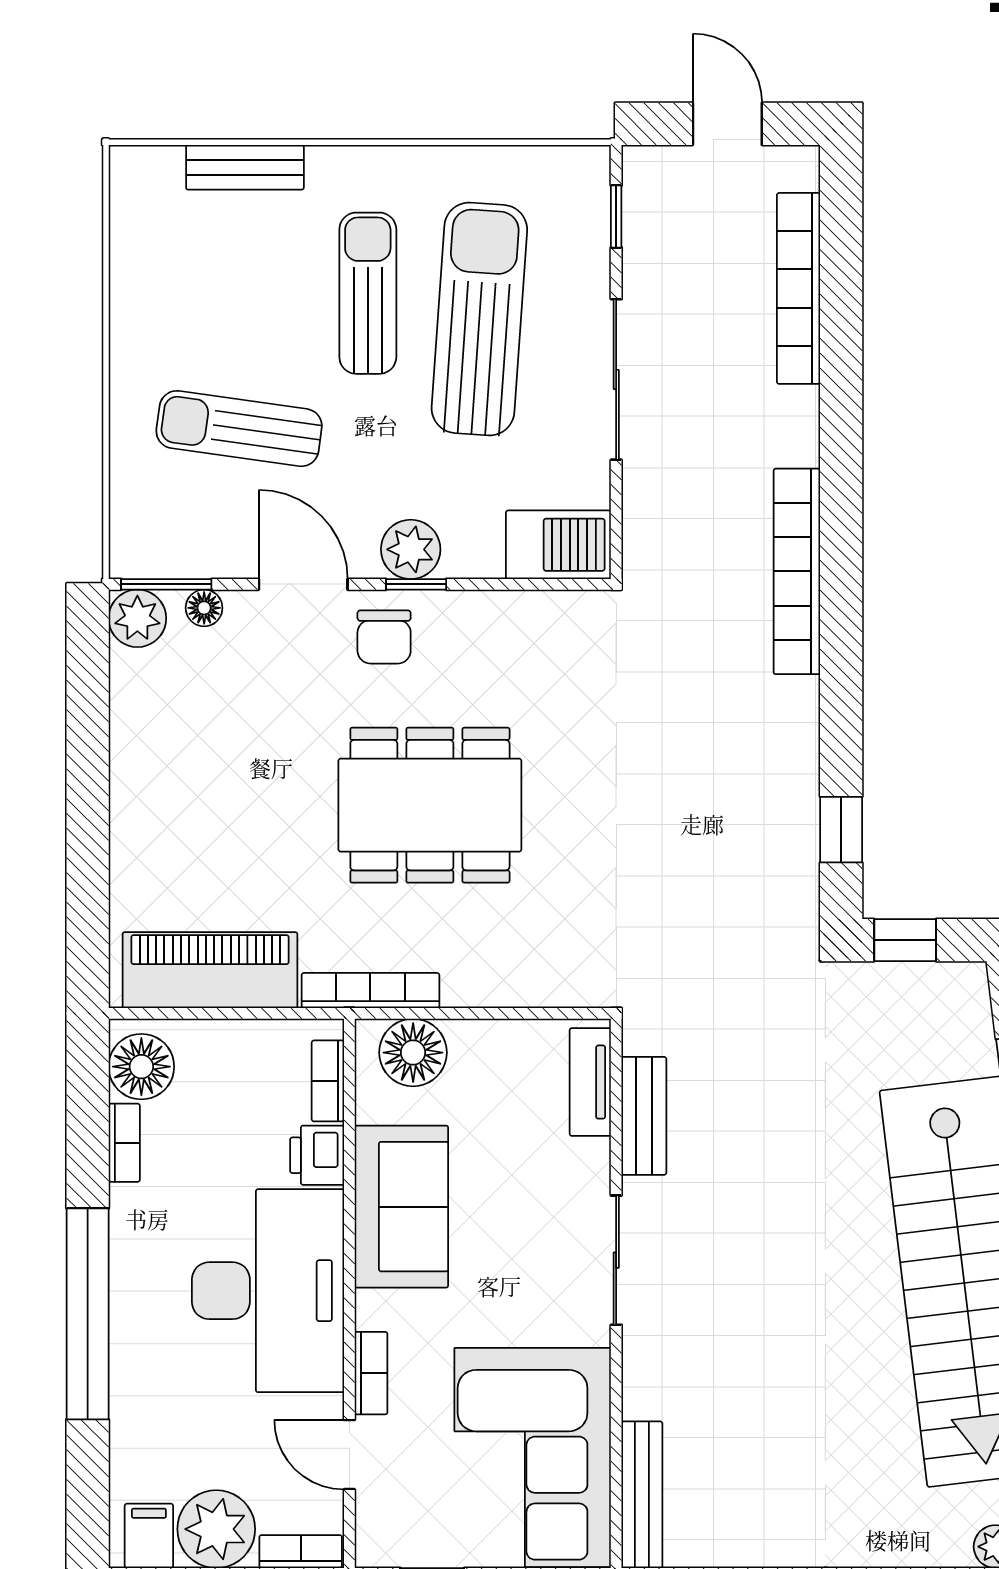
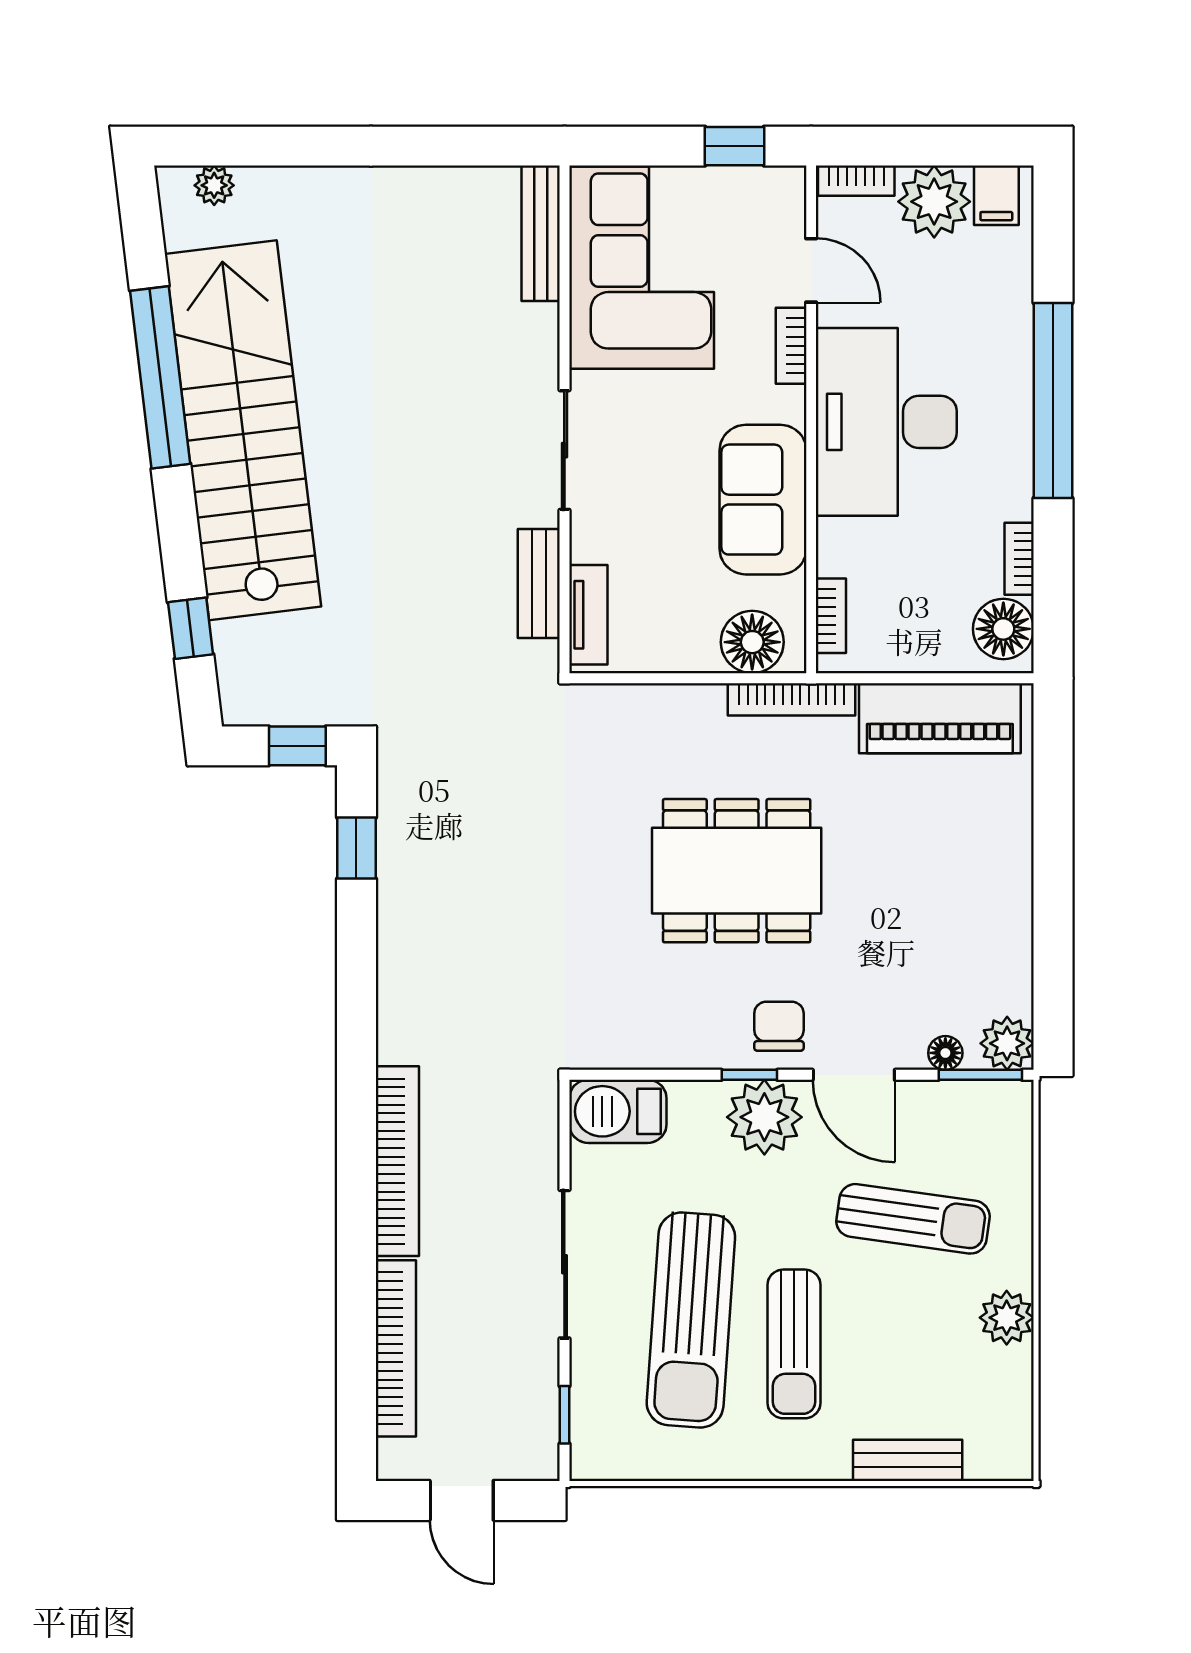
plant: (138, 322) -> (1007, 1318), added
plant: (411, 549) -> (764, 1117), width x1.36, depth x1.36
bookcase: (797, 571) -> (397, 1161), moved
printer: (317, 1155) -> (841, 547), removed

